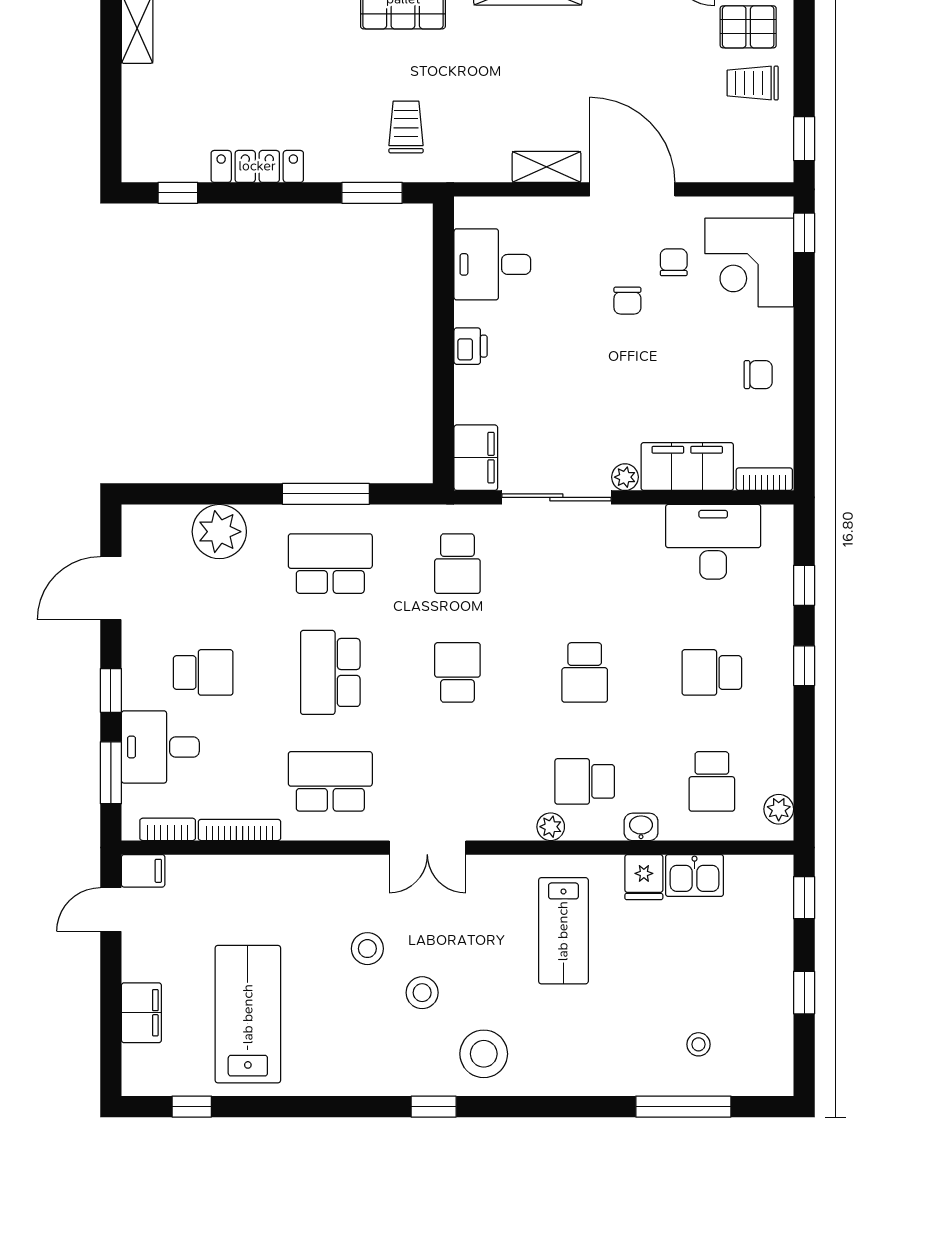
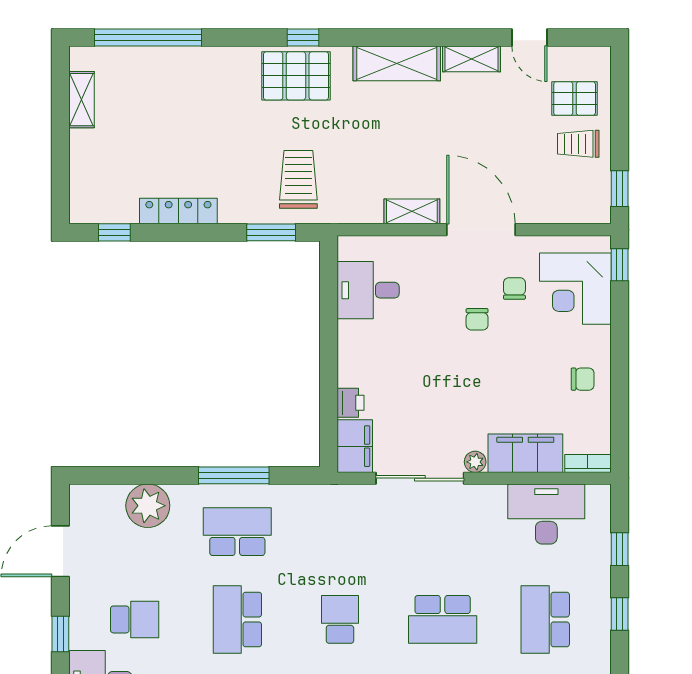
trolley: (406, 127) -> (298, 179), width x1.36, depth x1.39
printer: (471, 346) -> (350, 403), moved
school desk: (457, 564) -> (340, 532), removed
school desk: (585, 672) -> (443, 619), width x1.85
school desk: (712, 672) -> (545, 619), width x1.85

